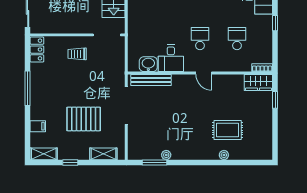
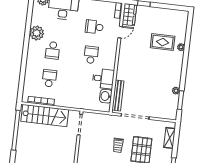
school desk: (200, 39) -> (91, 55), turned 90
trolley: (77, 54) -> (118, 145), moved
door: (204, 73) -> (120, 32), moved
rug: (228, 130) -> (163, 42), turned 90

